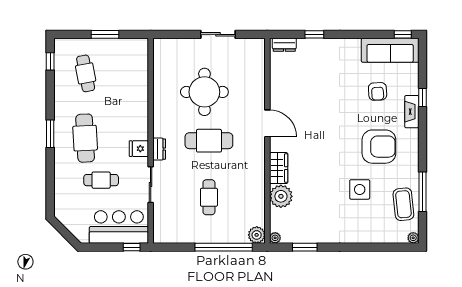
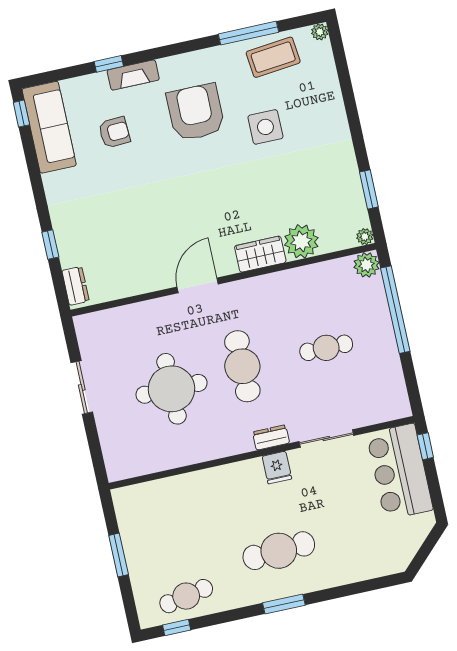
cafe table: (86, 73) -> (186, 596), moved
cafe table: (101, 180) -> (336, 513), removed

